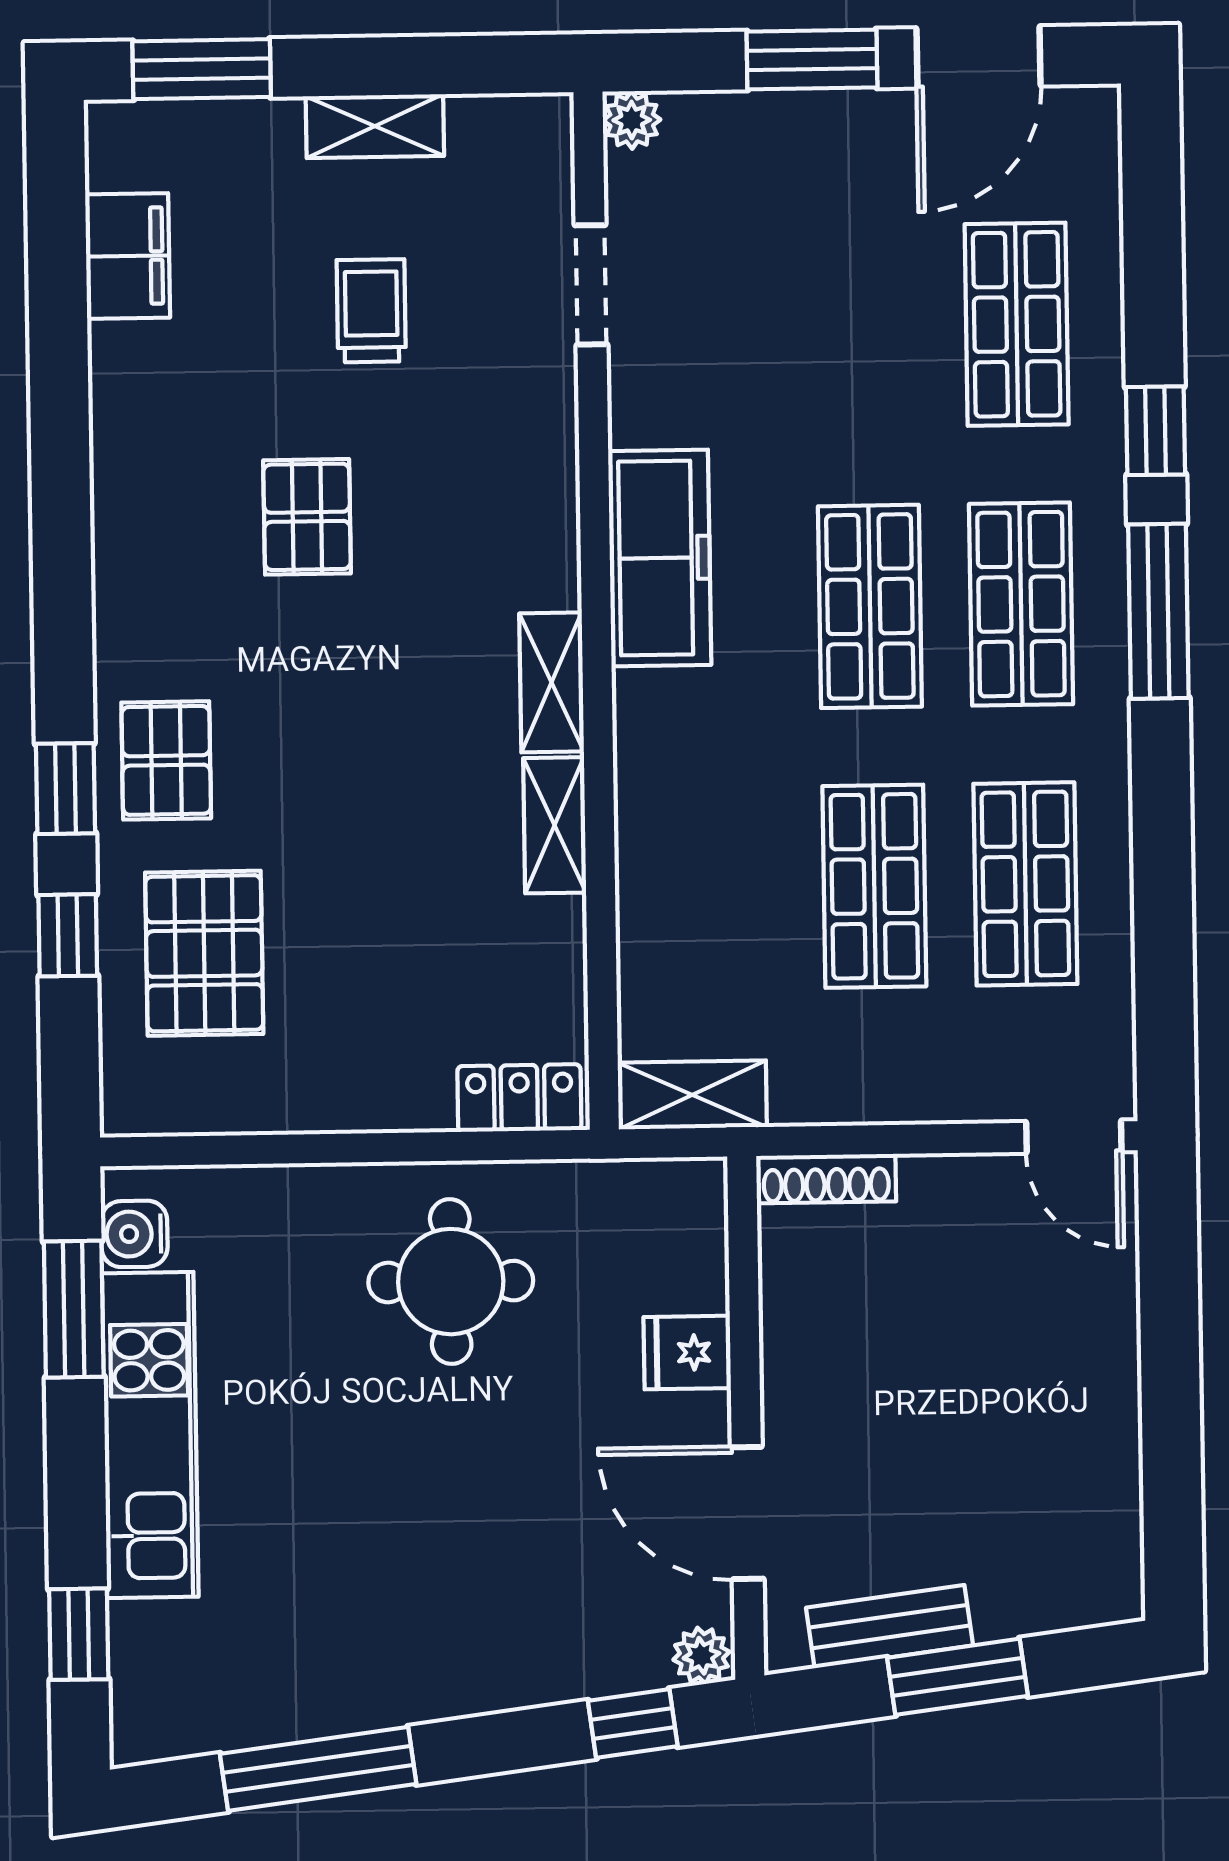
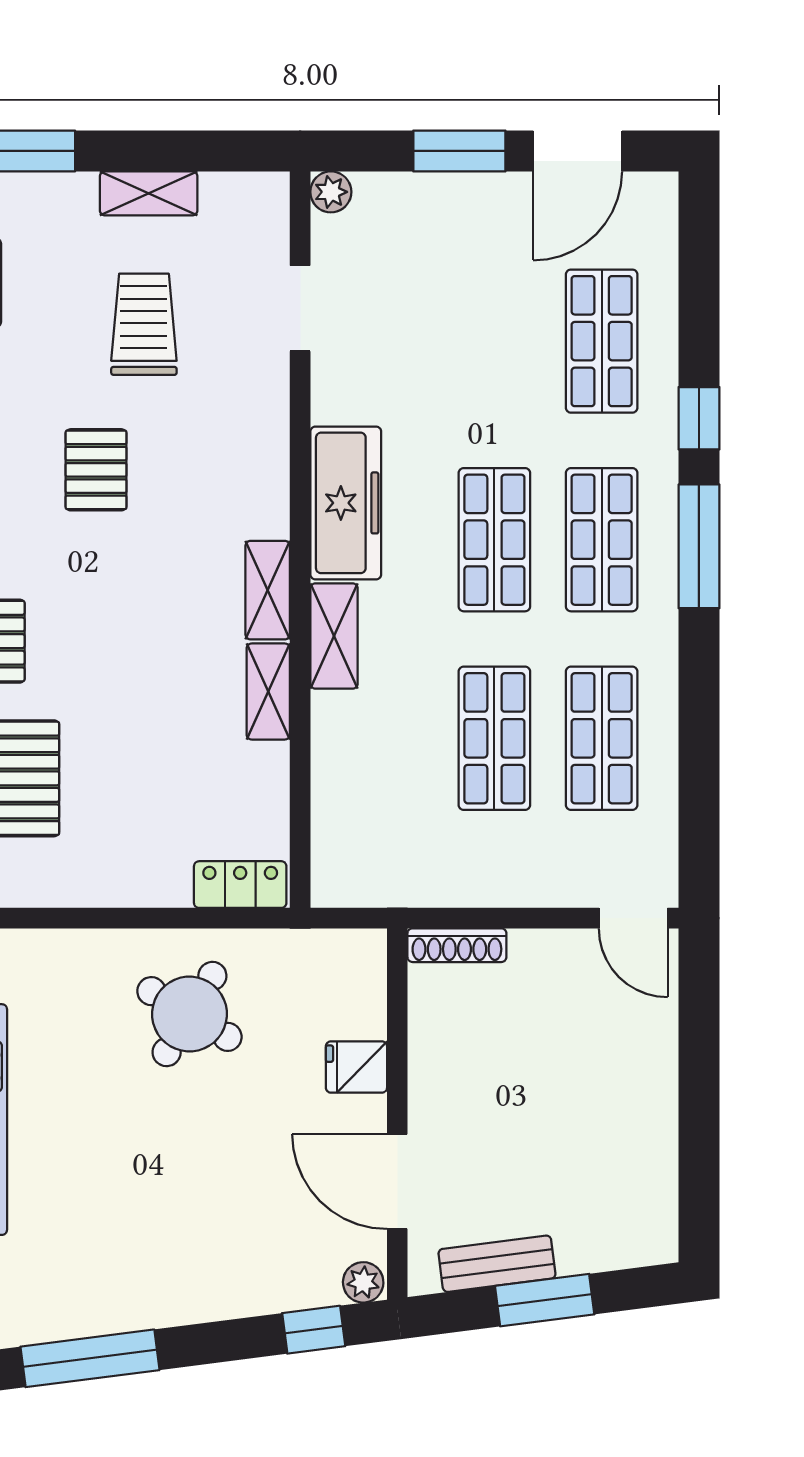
trolley: (371, 311) -> (144, 324), width x1.36, depth x1.39
shelving: (692, 1095) -> (334, 636), moved, turned 90
round table: (451, 1282) -> (189, 1014), turned 31

